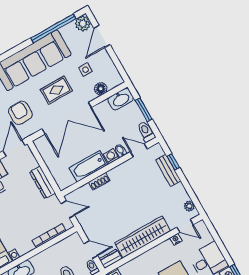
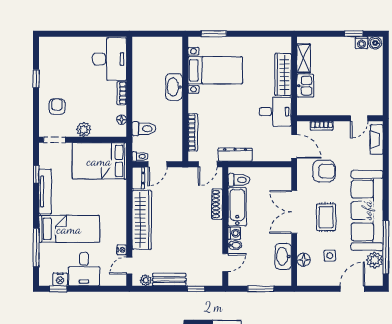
plant: (83, 24) -> (375, 260), moved
door: (102, 36) -> (352, 289), hinge flipped
washbasin: (121, 99) -> (283, 256), moved
double door: (67, 118) -> (294, 212), width x0.73
toilet: (146, 132) -> (239, 180), moved
bench: (168, 170) -> (169, 280), moved
shoe rack: (99, 181) -> (217, 204), width x1.43
dresser: (42, 182) -> (235, 155), moved

